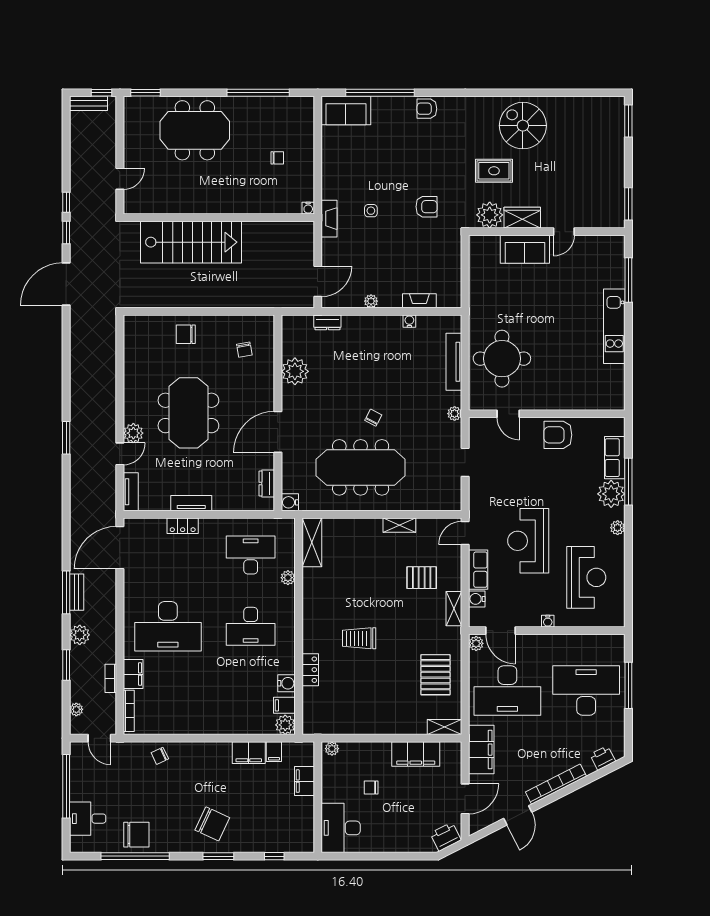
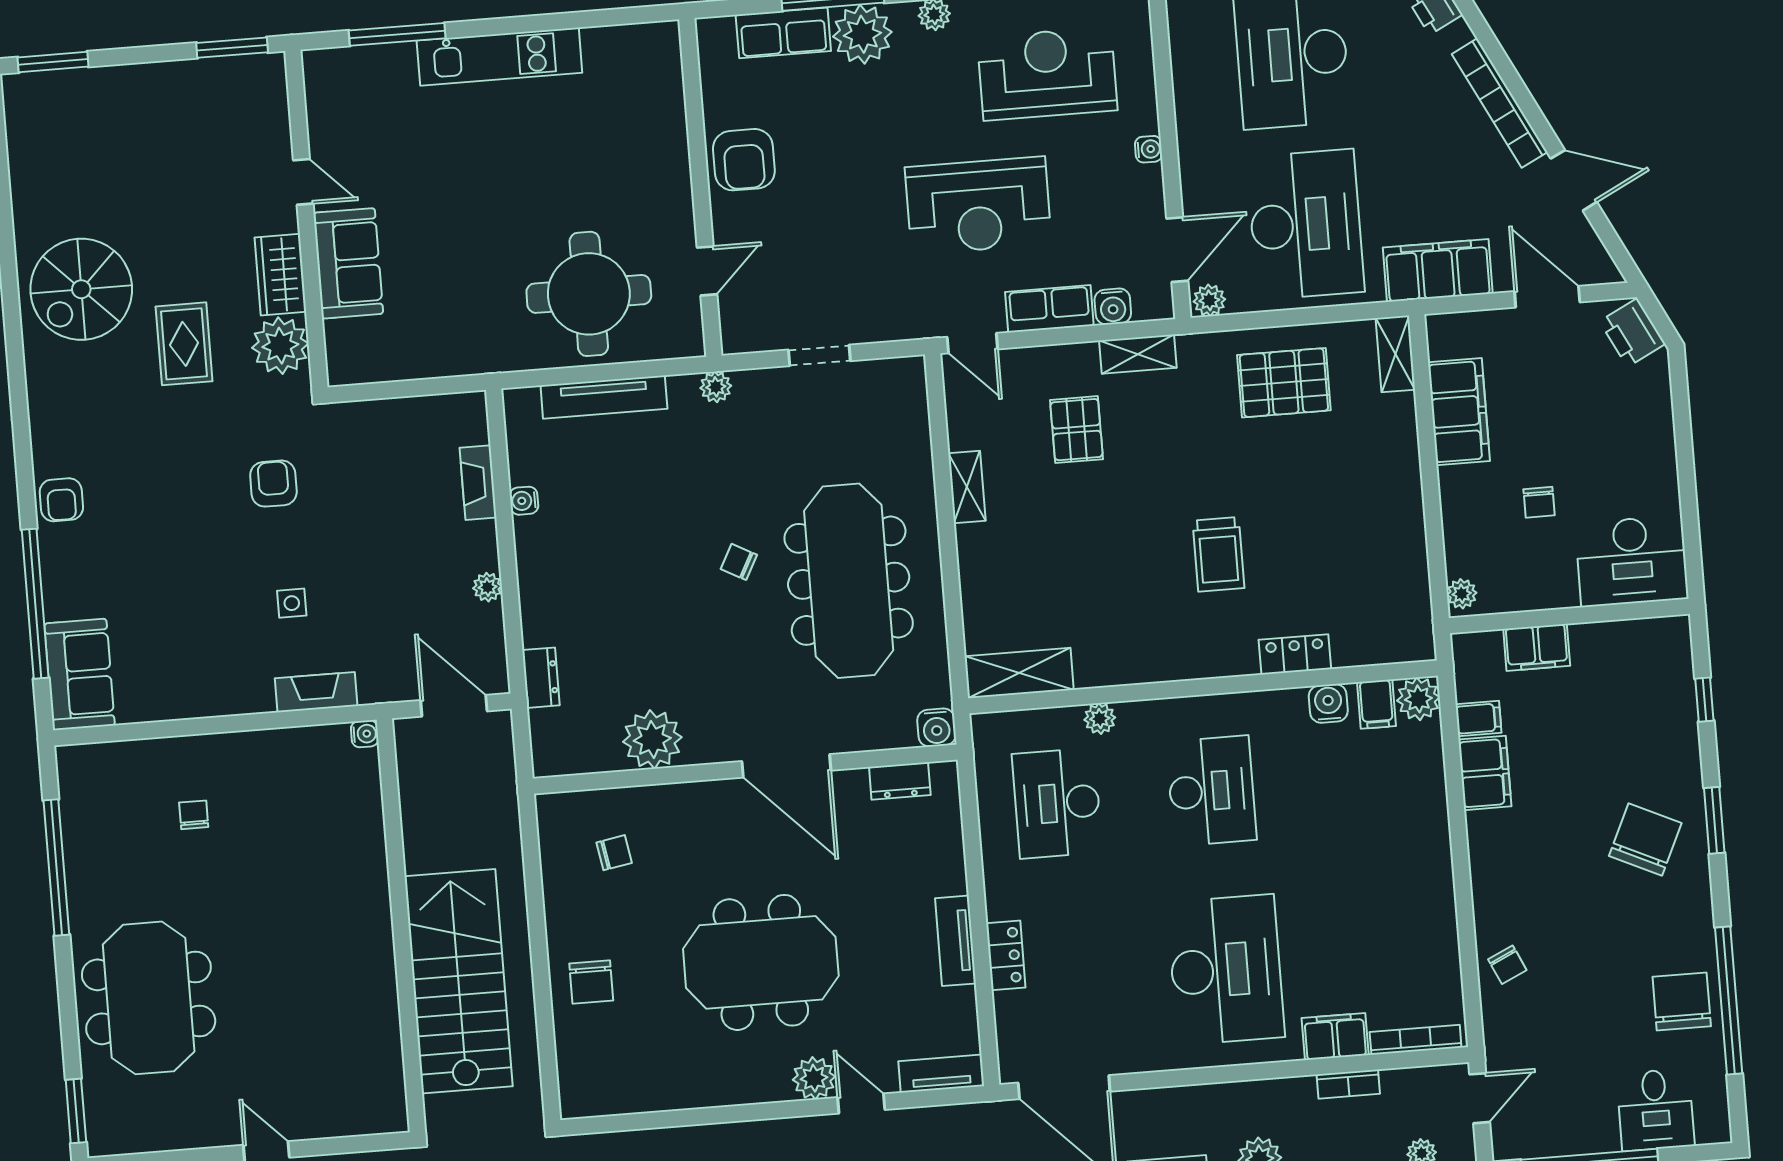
water cooler: (308, 208) -> (365, 734), moved
wall: (219, 218) -> (401, 925), moved
stairs: (191, 242) -> (459, 981), moved

